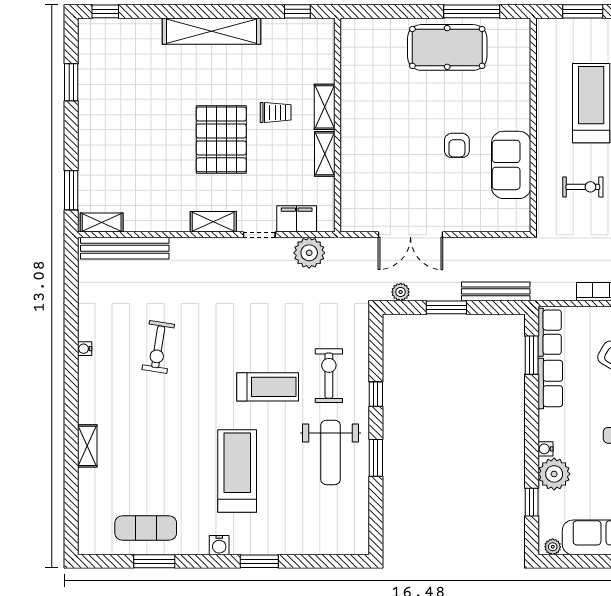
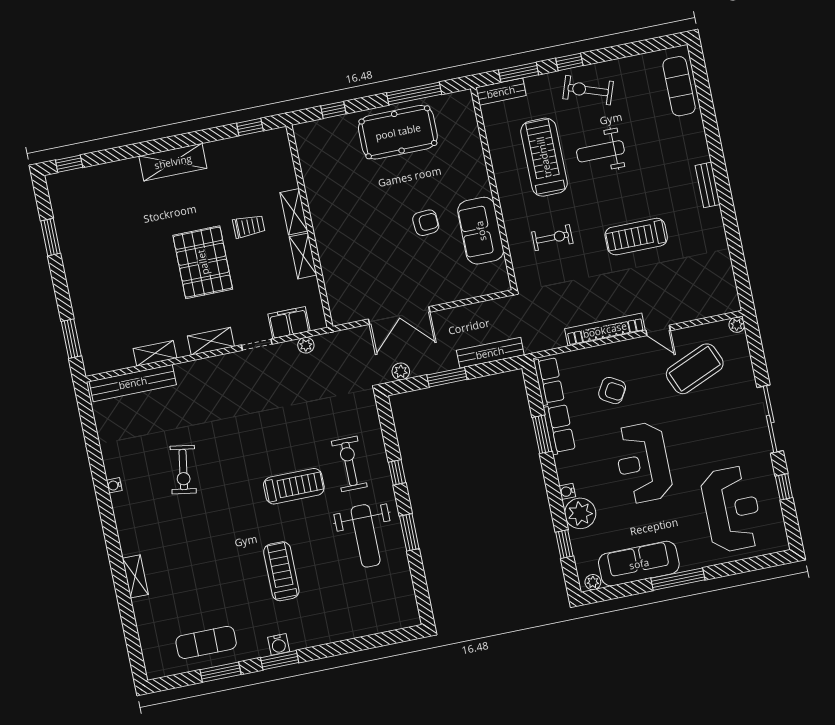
window: (386, 11) -> (333, 110), added
bench: (561, 27) -> (501, 92), added
shelving: (212, 31) -> (173, 162), width x0.68
armchair: (457, 145) -> (426, 223), turned -94
shelving: (102, 222) -> (155, 353), moved
plant: (309, 253) -> (306, 345), width x0.53, depth x0.53
window: (532, 355) -> (542, 434), moved
treadmill: (237, 471) -> (281, 571), width x0.73, depth x0.73
window: (259, 561) -> (280, 660), moved

